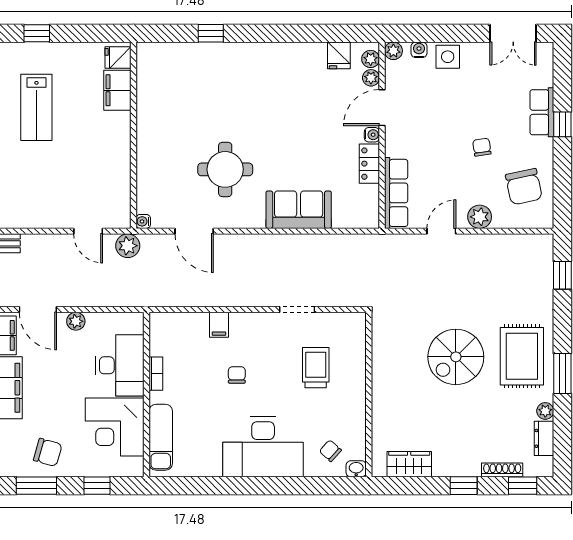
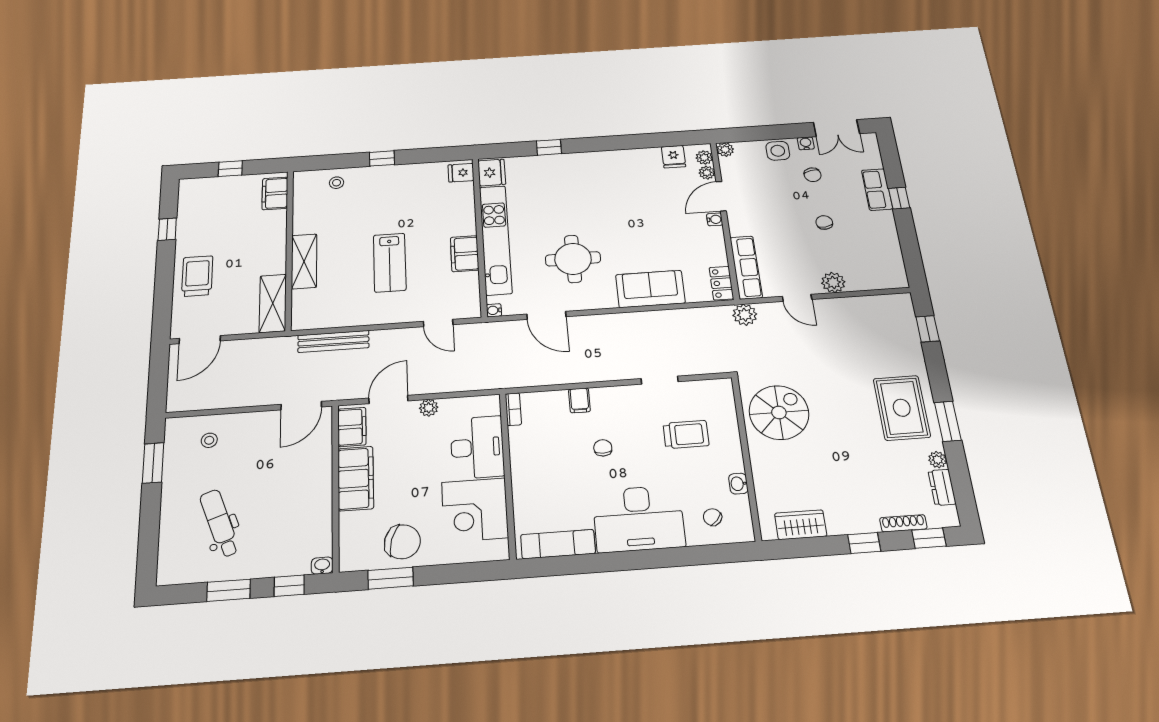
water cooler: (419, 50) -> (806, 143), moved
fridge: (150, 60) -> (492, 173), added
filing cabinet: (117, 90) -> (465, 254), moved
lab bench: (36, 107) -> (390, 263), moved
kitchen unit: (149, 141) -> (496, 240), added
locker: (369, 164) -> (721, 283), moved
chair: (524, 187) -> (813, 175), moved, width x0.54, depth x0.54
door: (441, 231) -> (797, 298), swing flipped
plant: (128, 246) -> (745, 315), moved
door: (38, 310) -> (388, 399), swing flipped
spiral stairs: (456, 357) -> (779, 412), moved, turned 180
trolley: (316, 368) -> (686, 434), turned 90
bookcase: (156, 374) -> (513, 409), moved
exam couch: (161, 437) -> (558, 544), moved, turned -90
chair: (48, 452) -> (402, 542), width x1.37, depth x1.37
washbasin: (356, 469) -> (738, 484), moved, turned -90
window: (97, 486) -> (458, 573), removed

